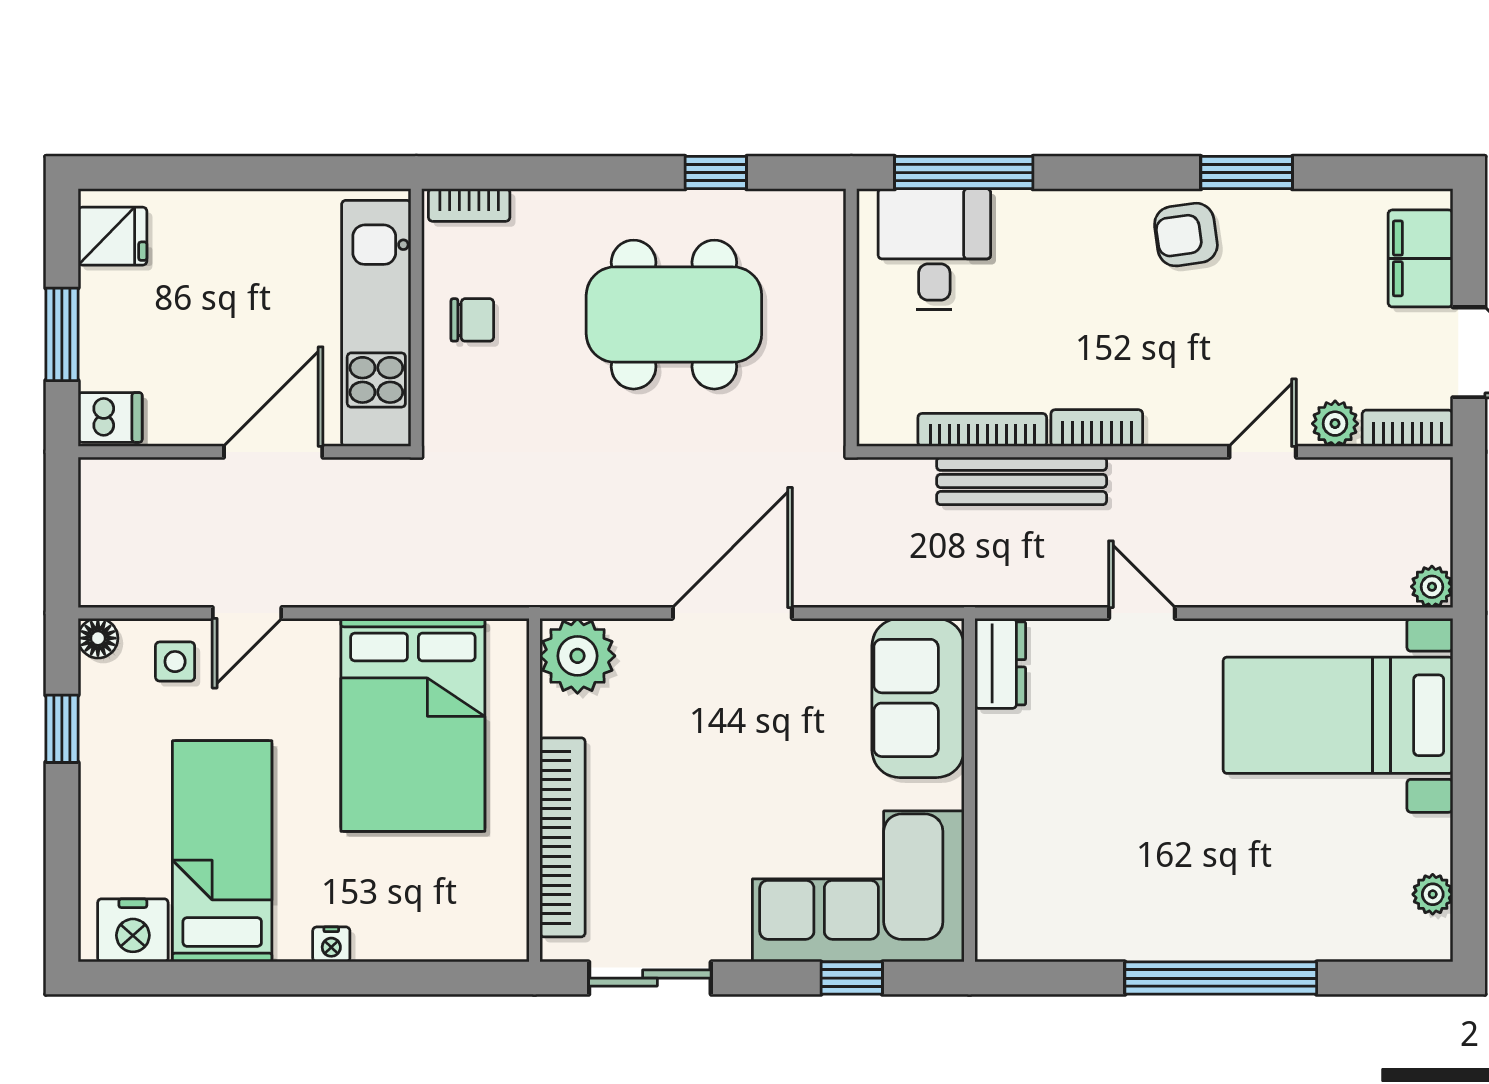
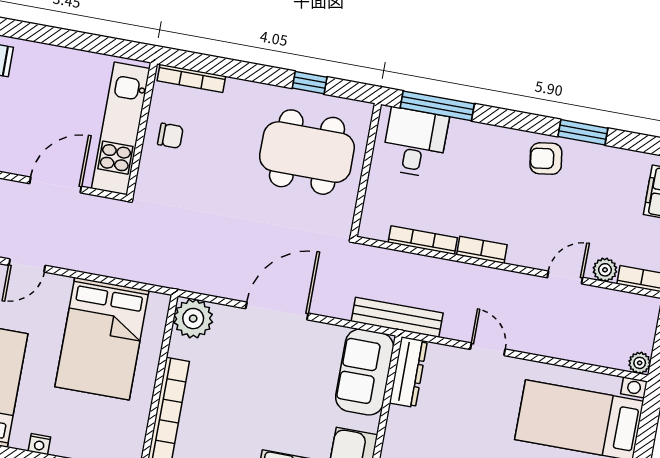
bookcase: (469, 205) -> (191, 78), width x1.56
dining table: (674, 315) -> (307, 152), moved
bench: (1022, 481) -> (397, 317), moved
dresser: (1000, 663) -> (408, 372), width x1.44

